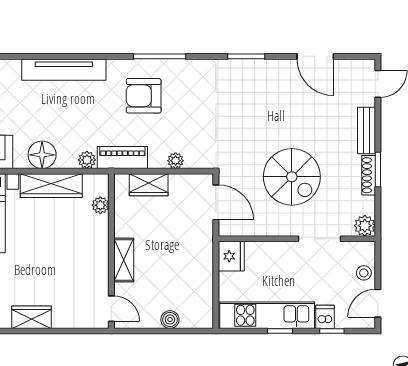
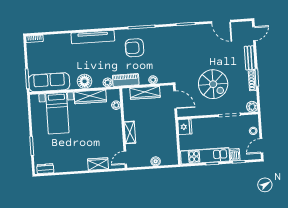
wardrobe: (149, 185) -> (145, 93), width x1.50
door: (111, 309) -> (125, 158), swing flipped
wardrobe: (31, 317) -> (98, 164), moved

